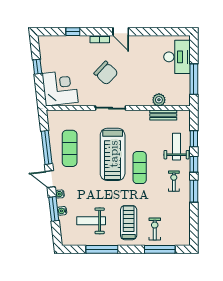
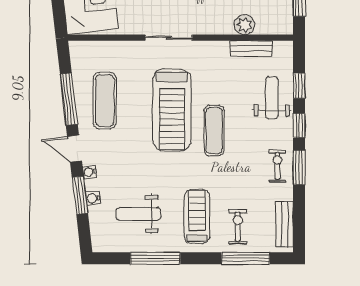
exercise bike: (174, 181) -> (277, 166), moved
bench: (185, 228) -> (285, 224), added

